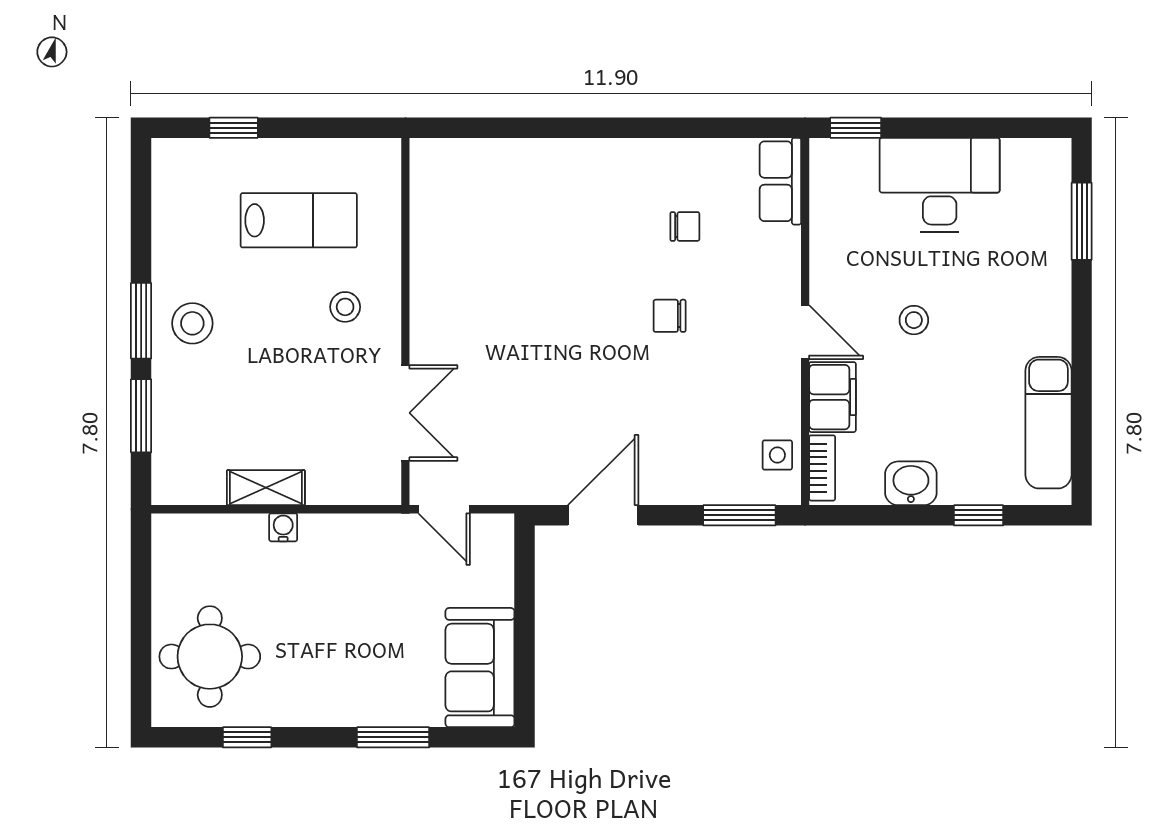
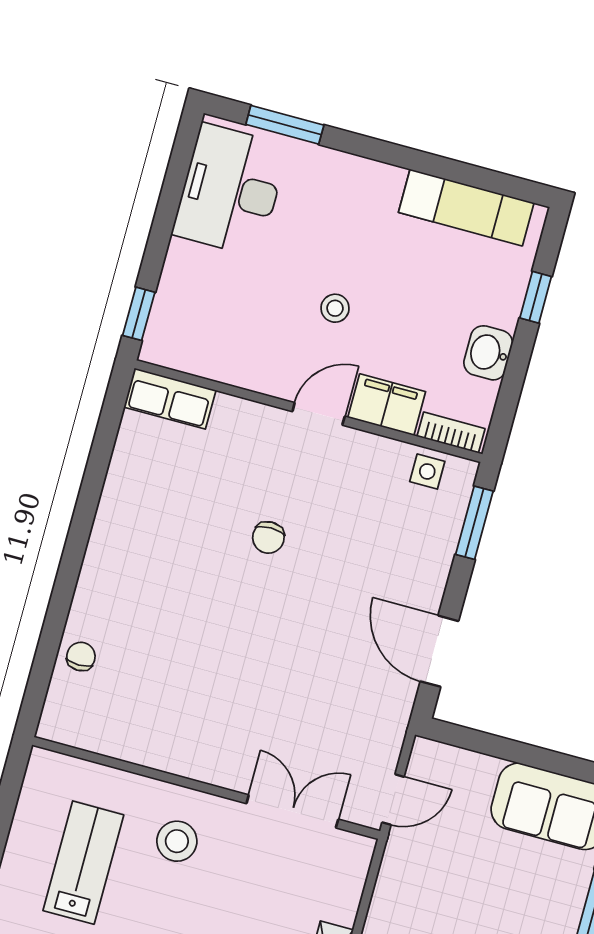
desk: (940, 185) -> (230, 190), moved
chair: (685, 226) -> (81, 656), moved
stool: (345, 307) -> (177, 841), width x1.37, depth x1.37

